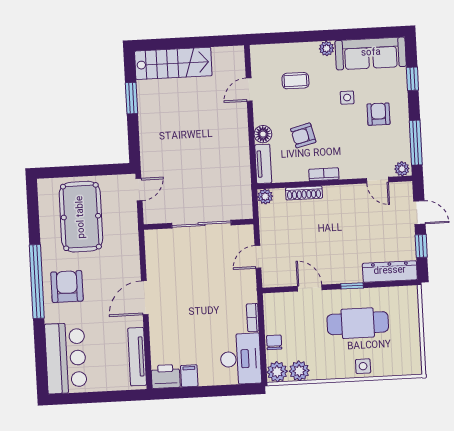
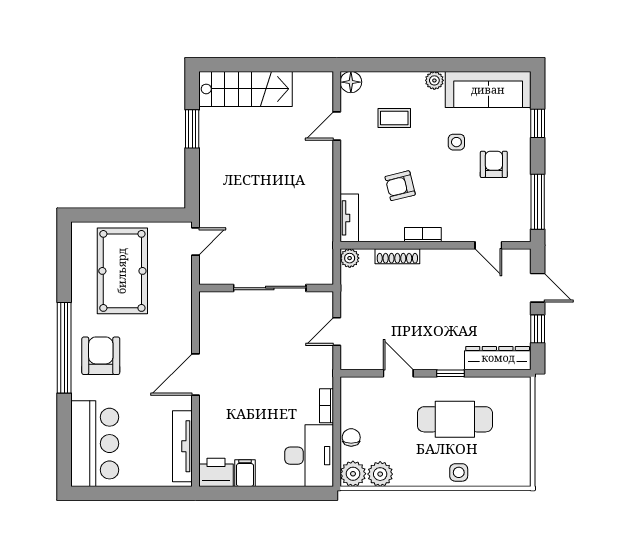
floor lamp: (263, 134) -> (351, 82), moved
plant: (402, 169) -> (519, 233), removed

